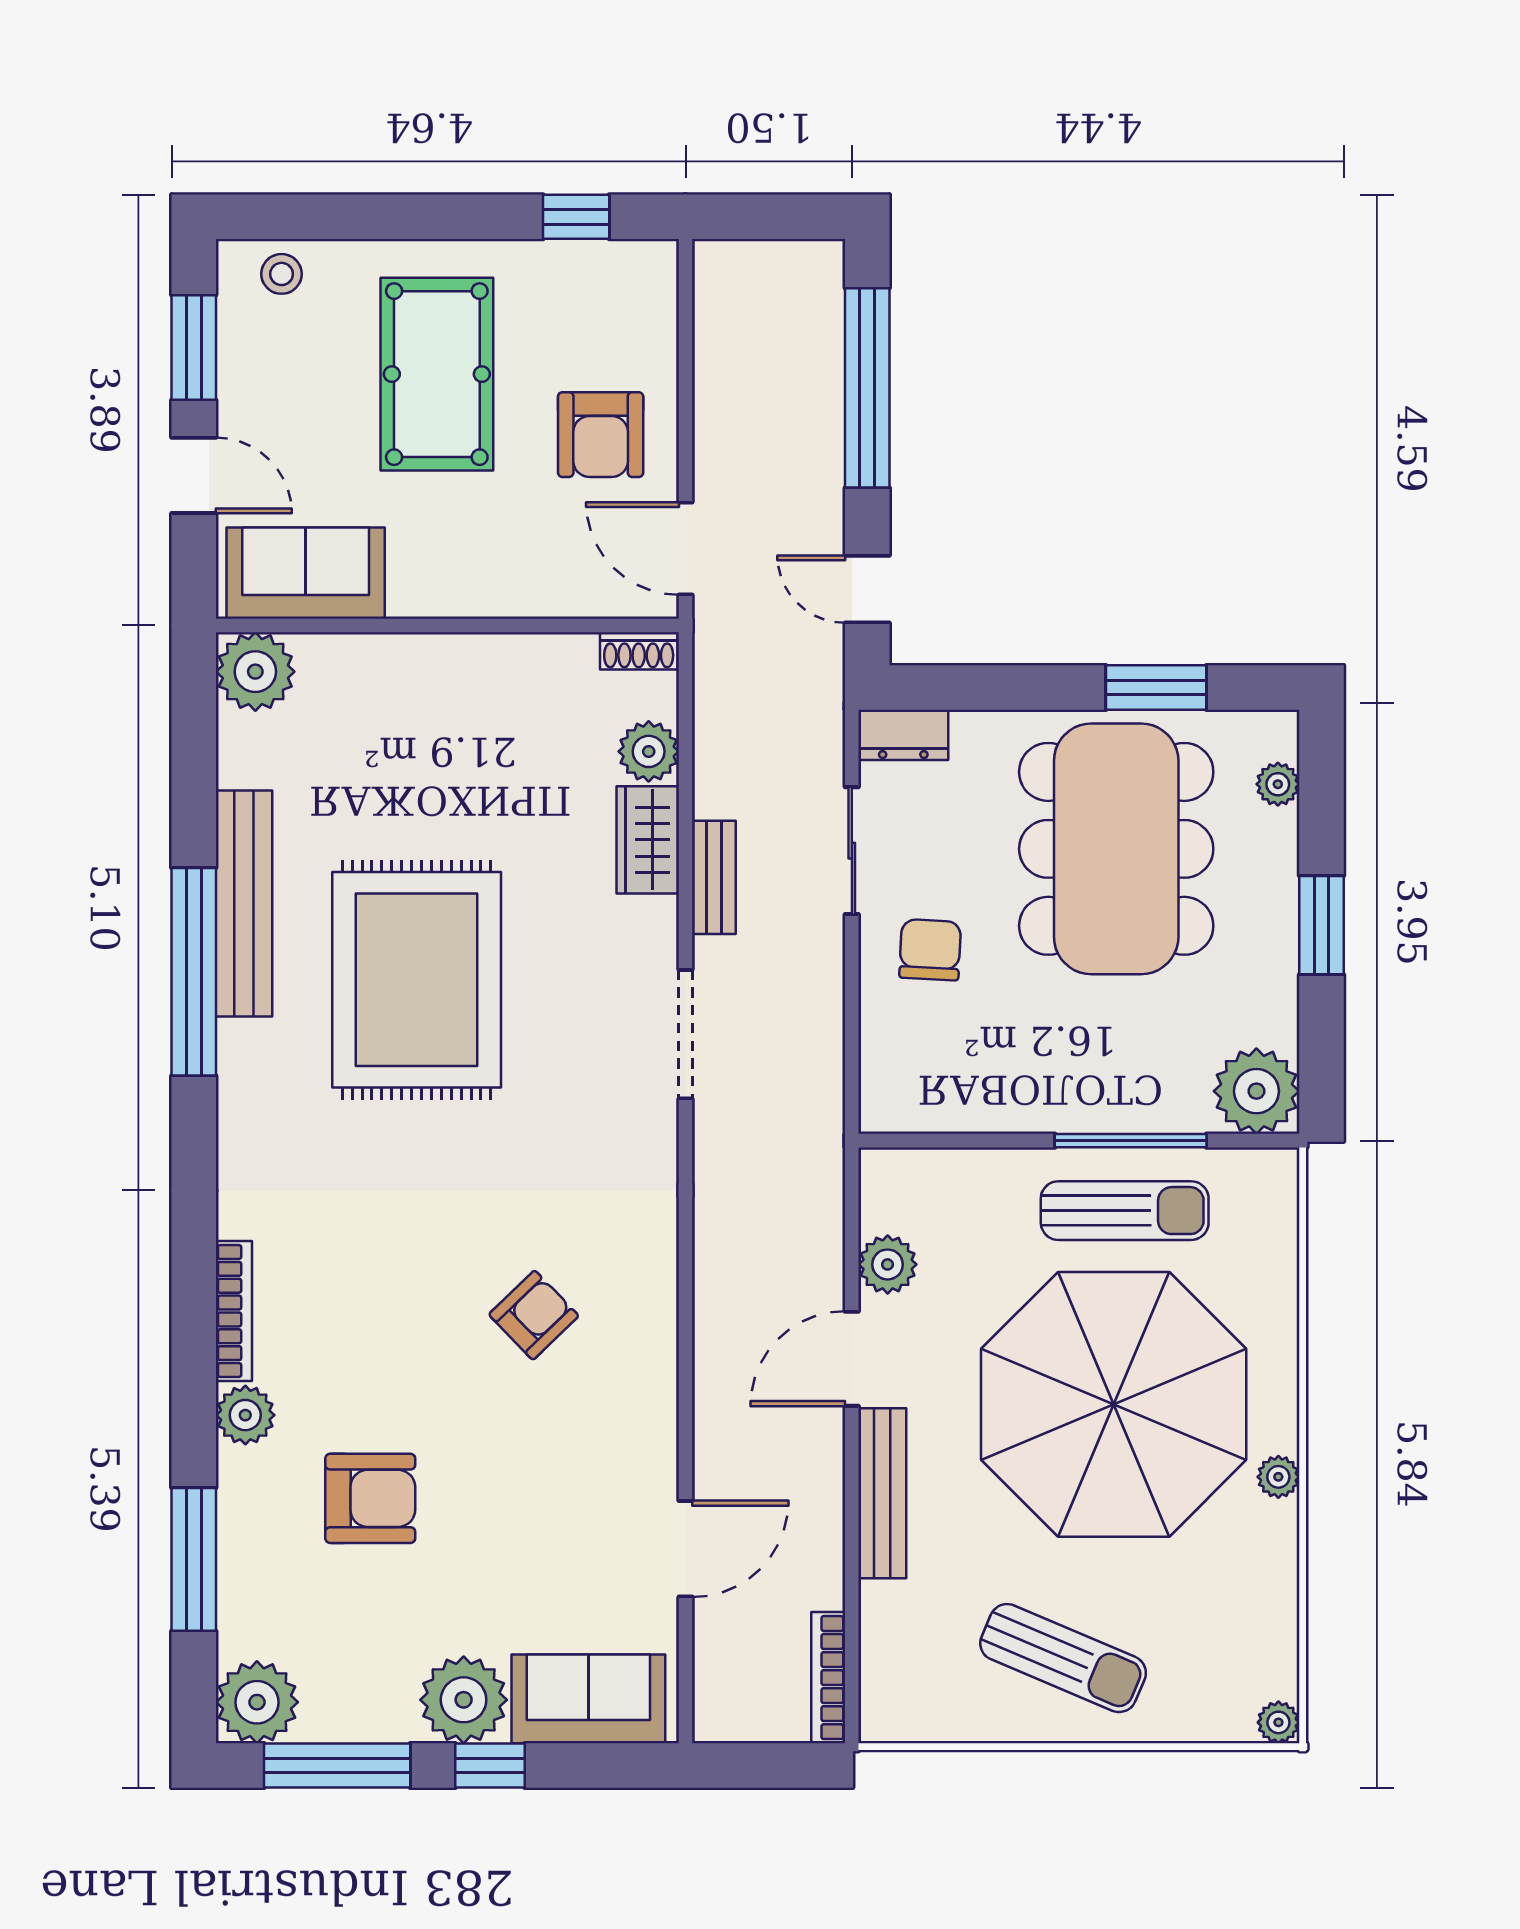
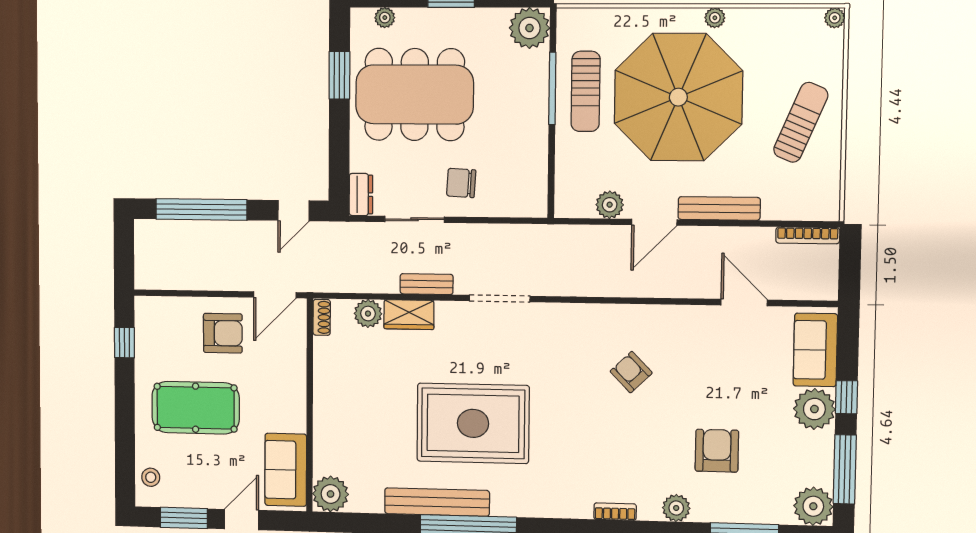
sun lounger: (1125, 1211) -> (586, 91), turned 180
bookcase: (234, 1311) -> (615, 512), width x0.64
door: (852, 1359) -> (654, 222), hinge flipped

